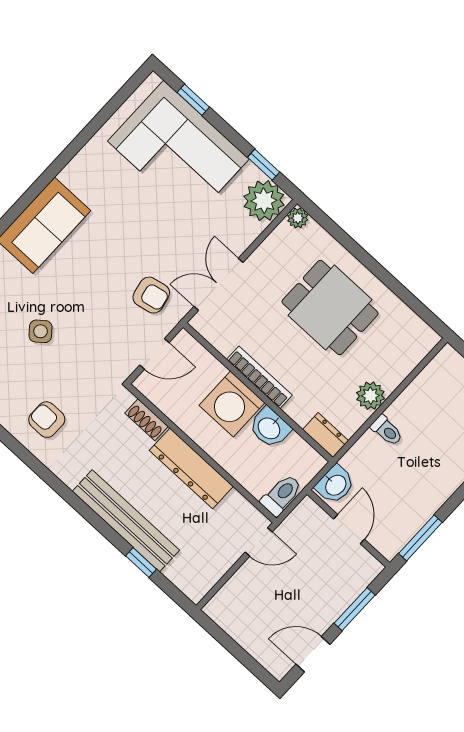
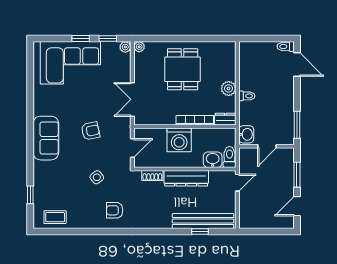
window: (193, 100) -> (81, 38), moved
plant: (264, 201) -> (125, 47), width x0.53, depth x0.53
armchair: (151, 295) -> (90, 131), moved
dining table: (330, 308) -> (183, 69), turned 90
side table: (40, 331) -> (97, 177), moved
bookcase: (259, 377) -> (195, 120), moved
washbasin: (270, 428) -> (213, 160), moved, turned 180
bench: (126, 521) -> (203, 221), moved
door: (349, 529) -> (267, 146), swing flipped

